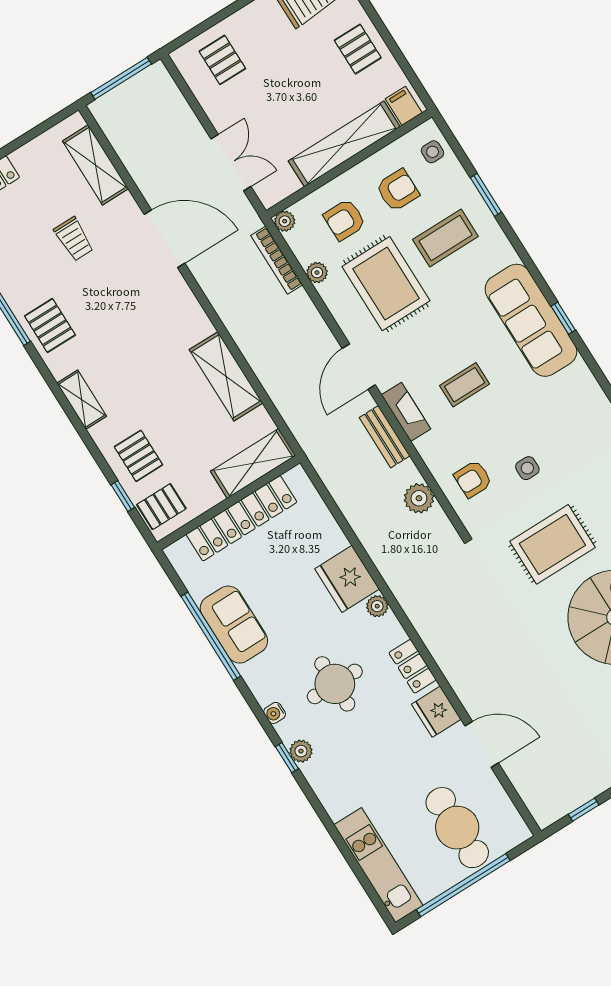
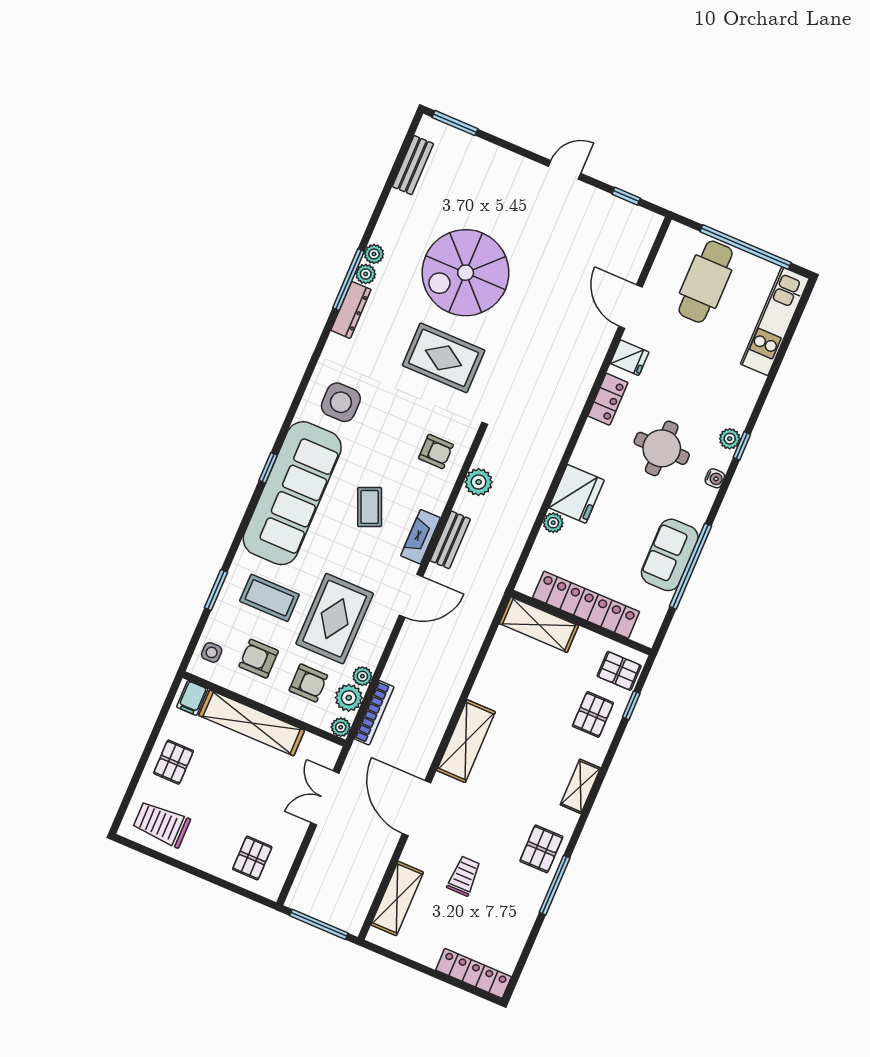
plant: (306, 247) -> (349, 698), added
sofa: (531, 320) -> (292, 493), width x1.36, depth x1.27
shelving: (226, 376) -> (466, 741), moved
coffee table: (465, 385) -> (370, 507), turned 67
side table: (527, 468) -> (341, 402), moved, width x1.87, depth x1.87
plant: (377, 606) -> (553, 523), moved
fridge: (436, 712) -> (630, 358), width x0.72

